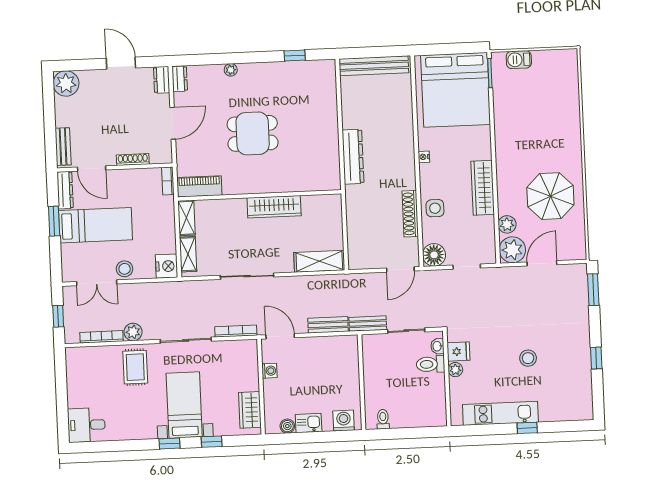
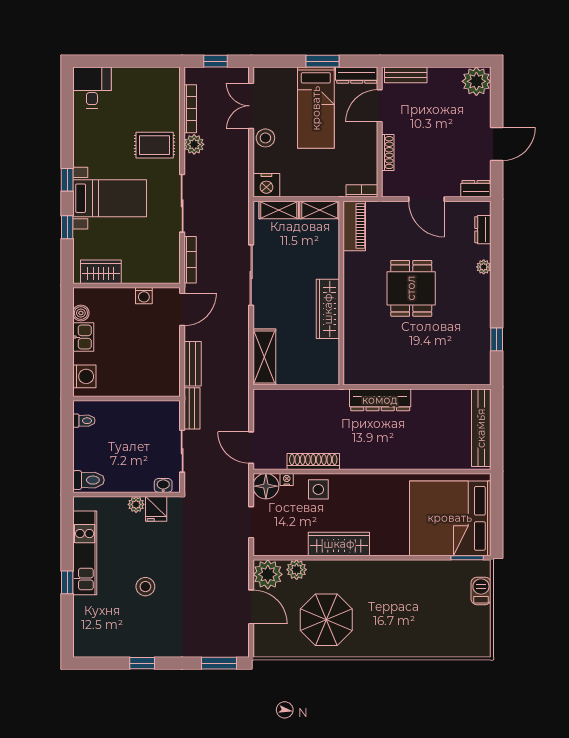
dresser: (180, 79) -> (483, 230), moved, turned 90
nightstand: (424, 157) -> (287, 479), moved
toilet: (431, 364) -> (89, 480), moved, turned 90

